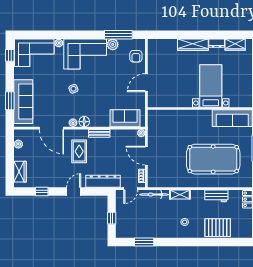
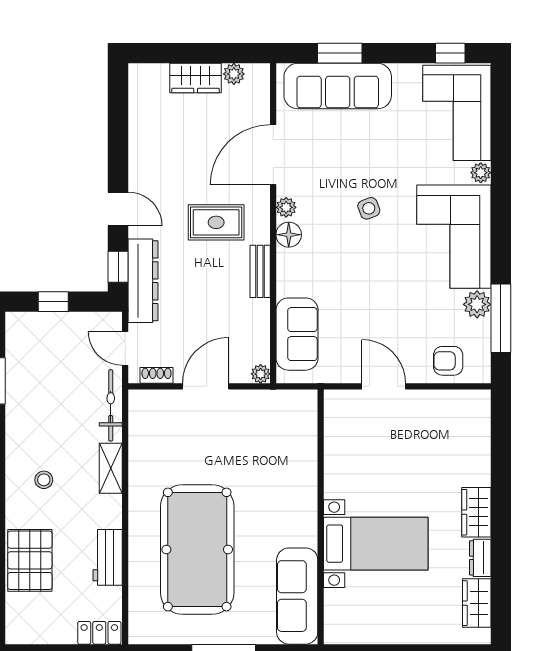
wardrobe: (193, 45) -> (476, 512), width x0.67
wardrobe: (20, 172) -> (196, 78), moved
window: (42, 192) -> (118, 267), moved

